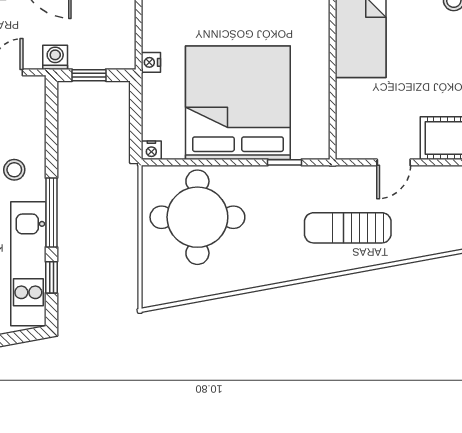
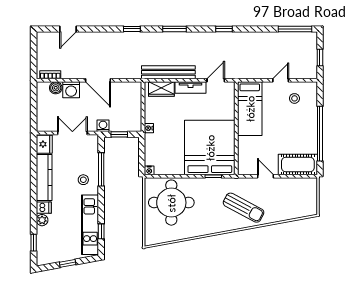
bed: (238, 103) -> (210, 148), moved
door: (394, 162) -> (266, 176), swing flipped
window: (51, 212) -> (101, 169), moved
sun lounger: (348, 228) -> (244, 208), turned -152

